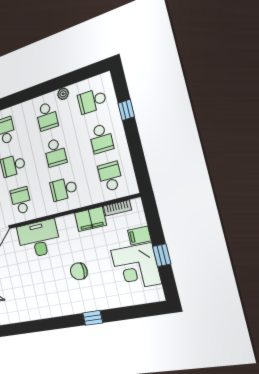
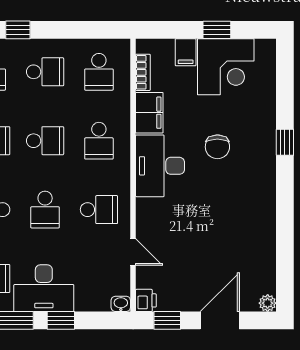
school desk: (110, 177) -> (99, 72), turned -90
school desk: (21, 201) -> (99, 210), turned 180
desk: (39, 239) -> (160, 166), moved

